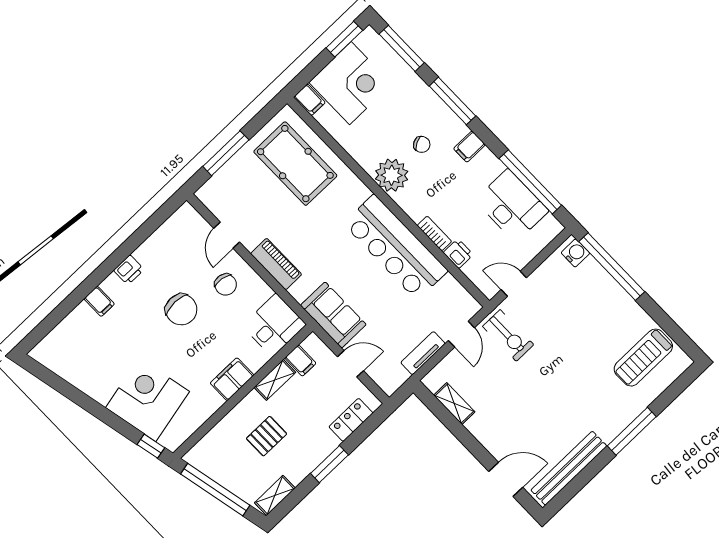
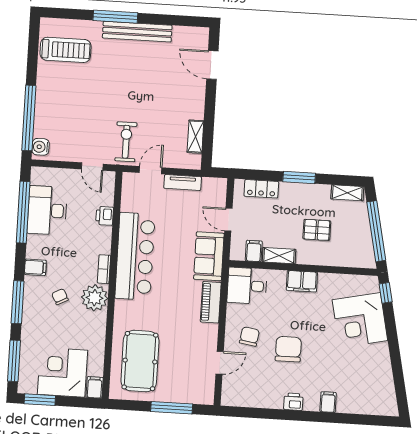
bookcase: (434, 233) -> (104, 269), moved
piano: (276, 264) -> (211, 302), moved
bench: (569, 468) -> (137, 32), moved

